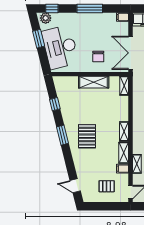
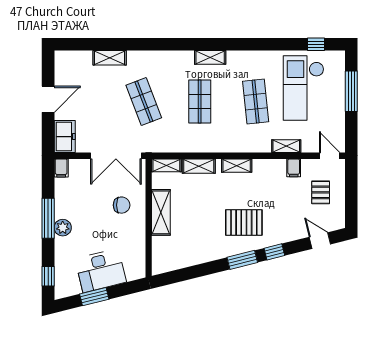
plant: (46, 18) -> (63, 228), moved
desk: (60, 47) -> (101, 271), width x0.73, depth x0.77
window: (55, 104) -> (274, 252), moved
shelving: (124, 153) -> (199, 166), moved
door: (75, 186) -> (320, 241), swing flipped

